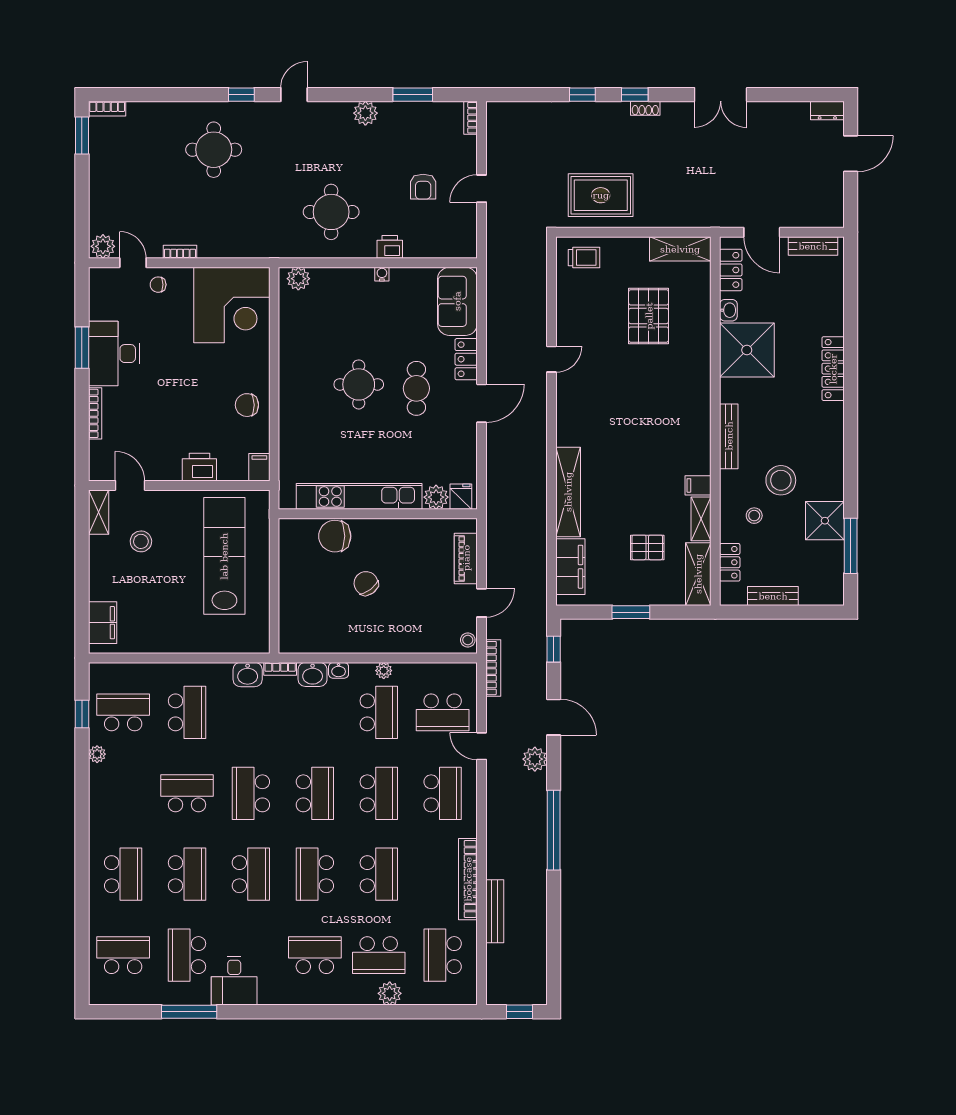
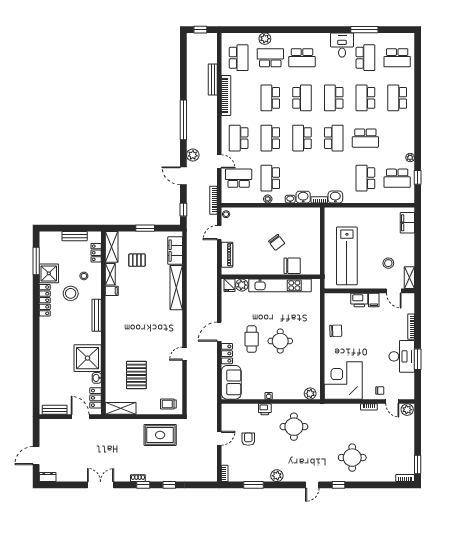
locker: (833, 369) -> (45, 300), moved
filing cabinet: (259, 467) -> (374, 300), moved

